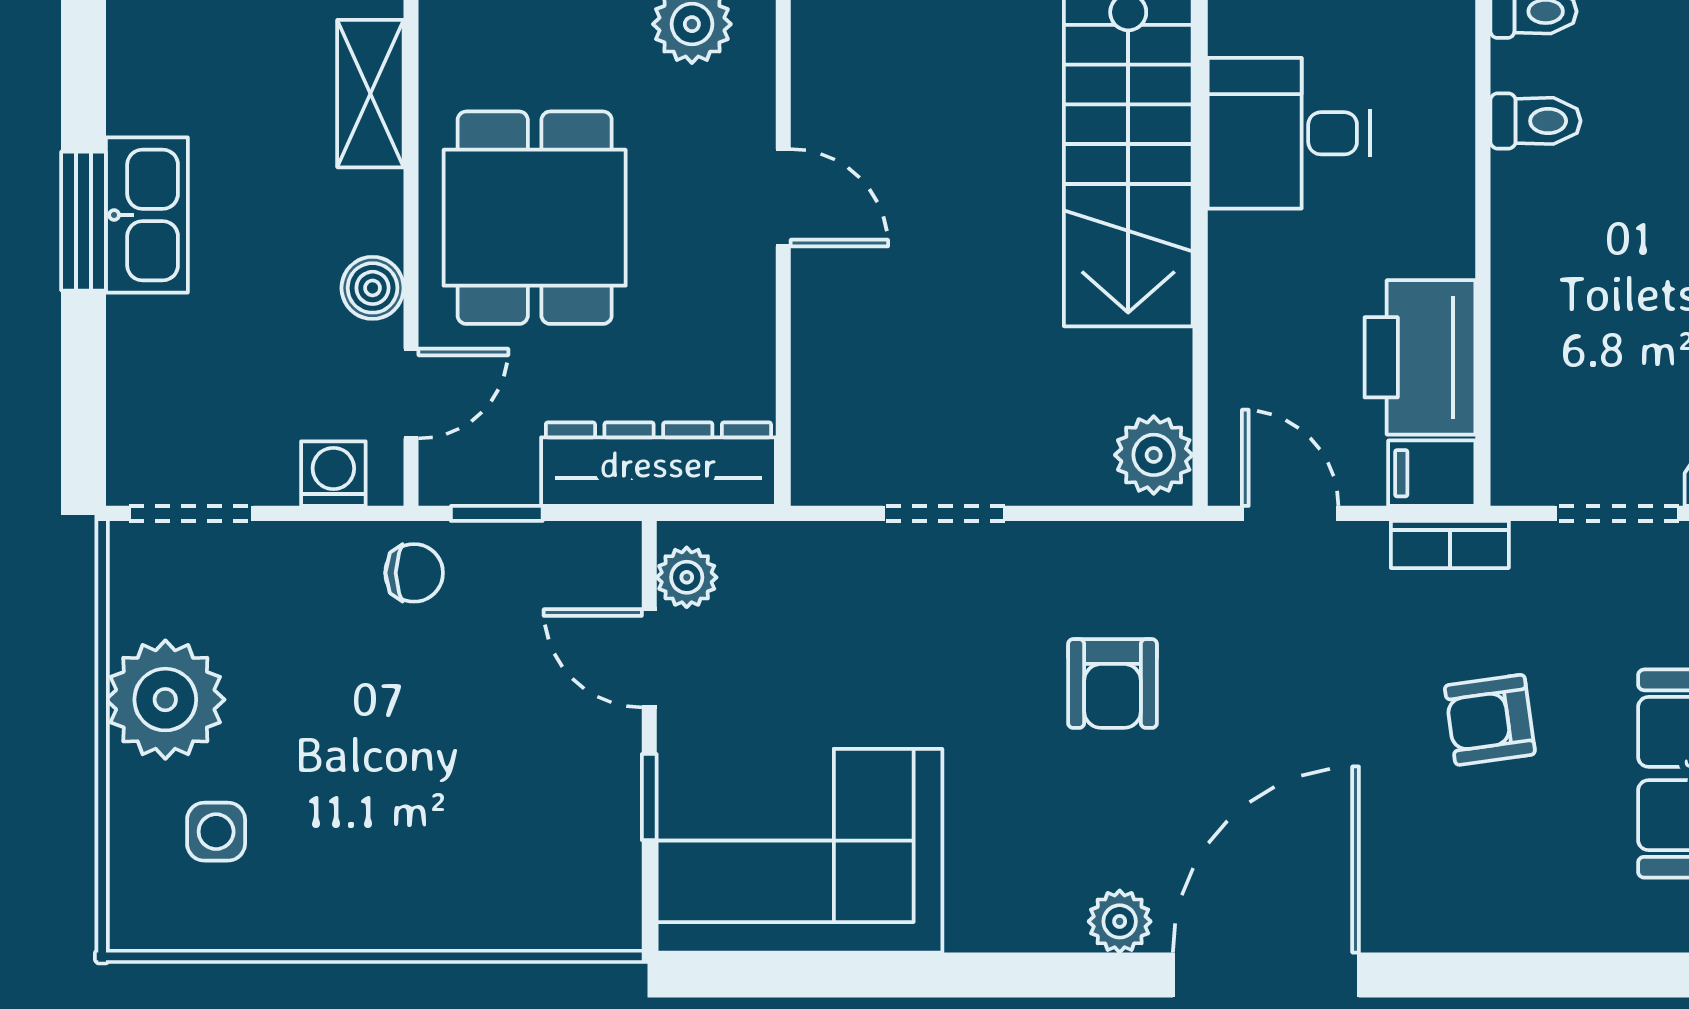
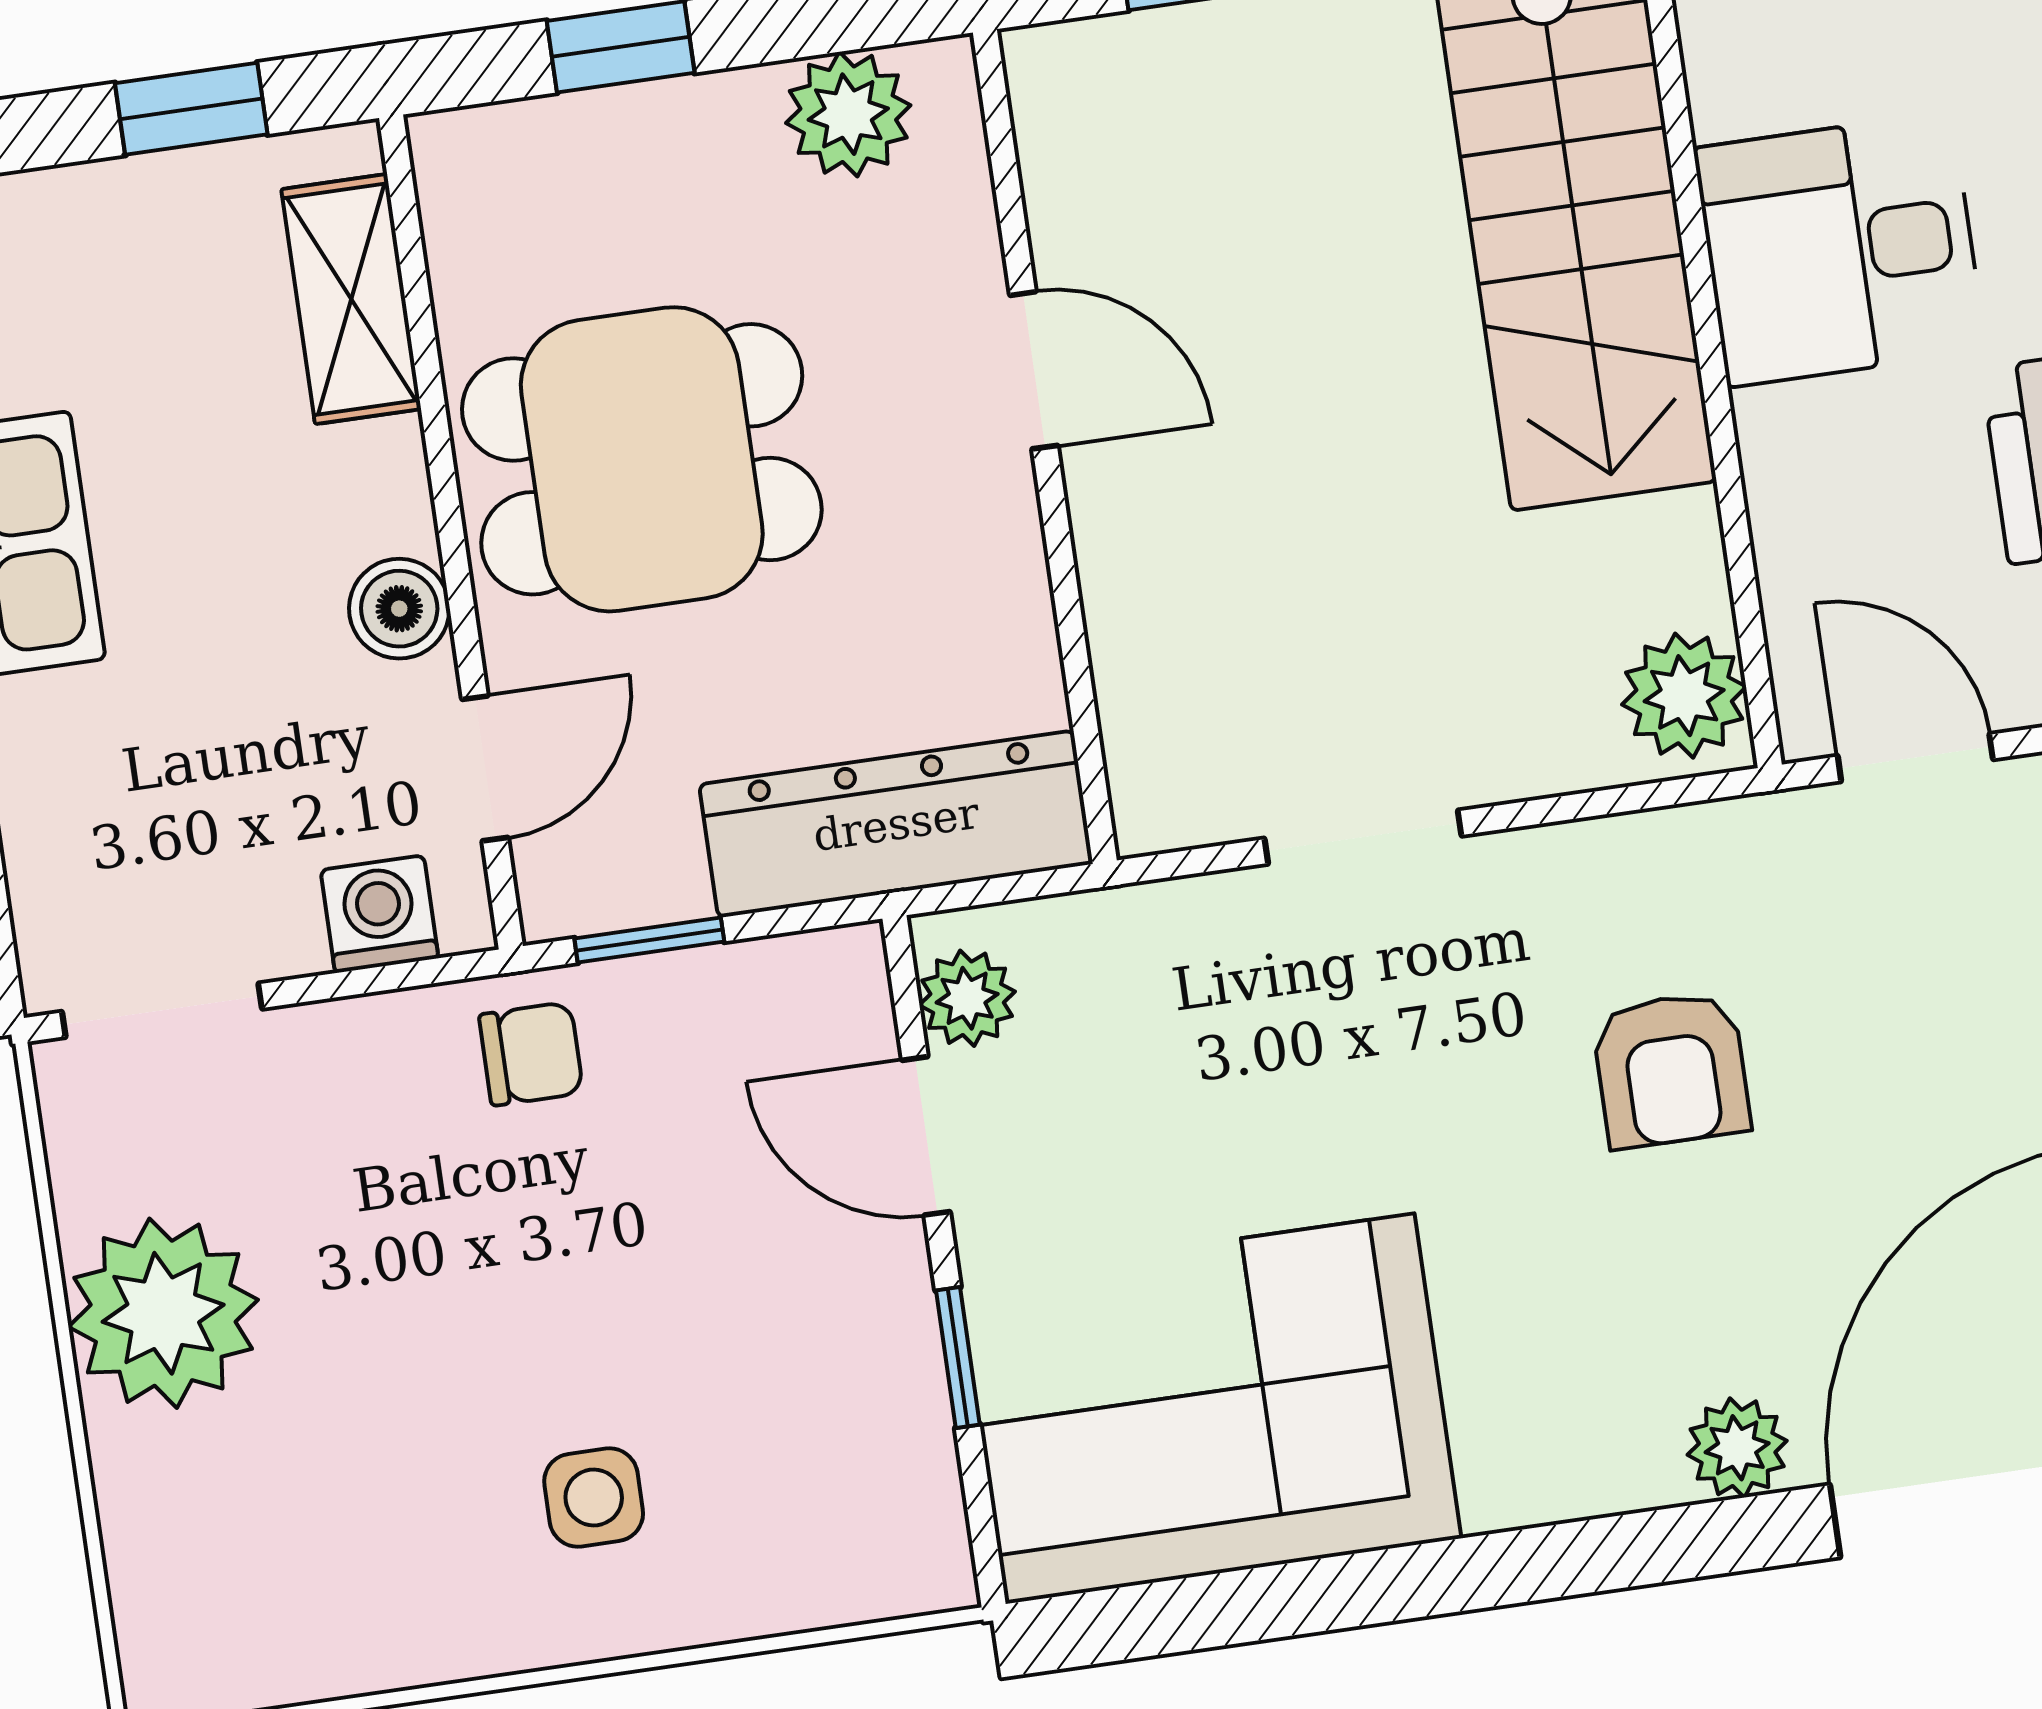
desk: (1289, 133) -> (1840, 249), moved
dining table: (535, 218) -> (642, 459), turned 90
side table: (216, 832) -> (594, 1497), moved

